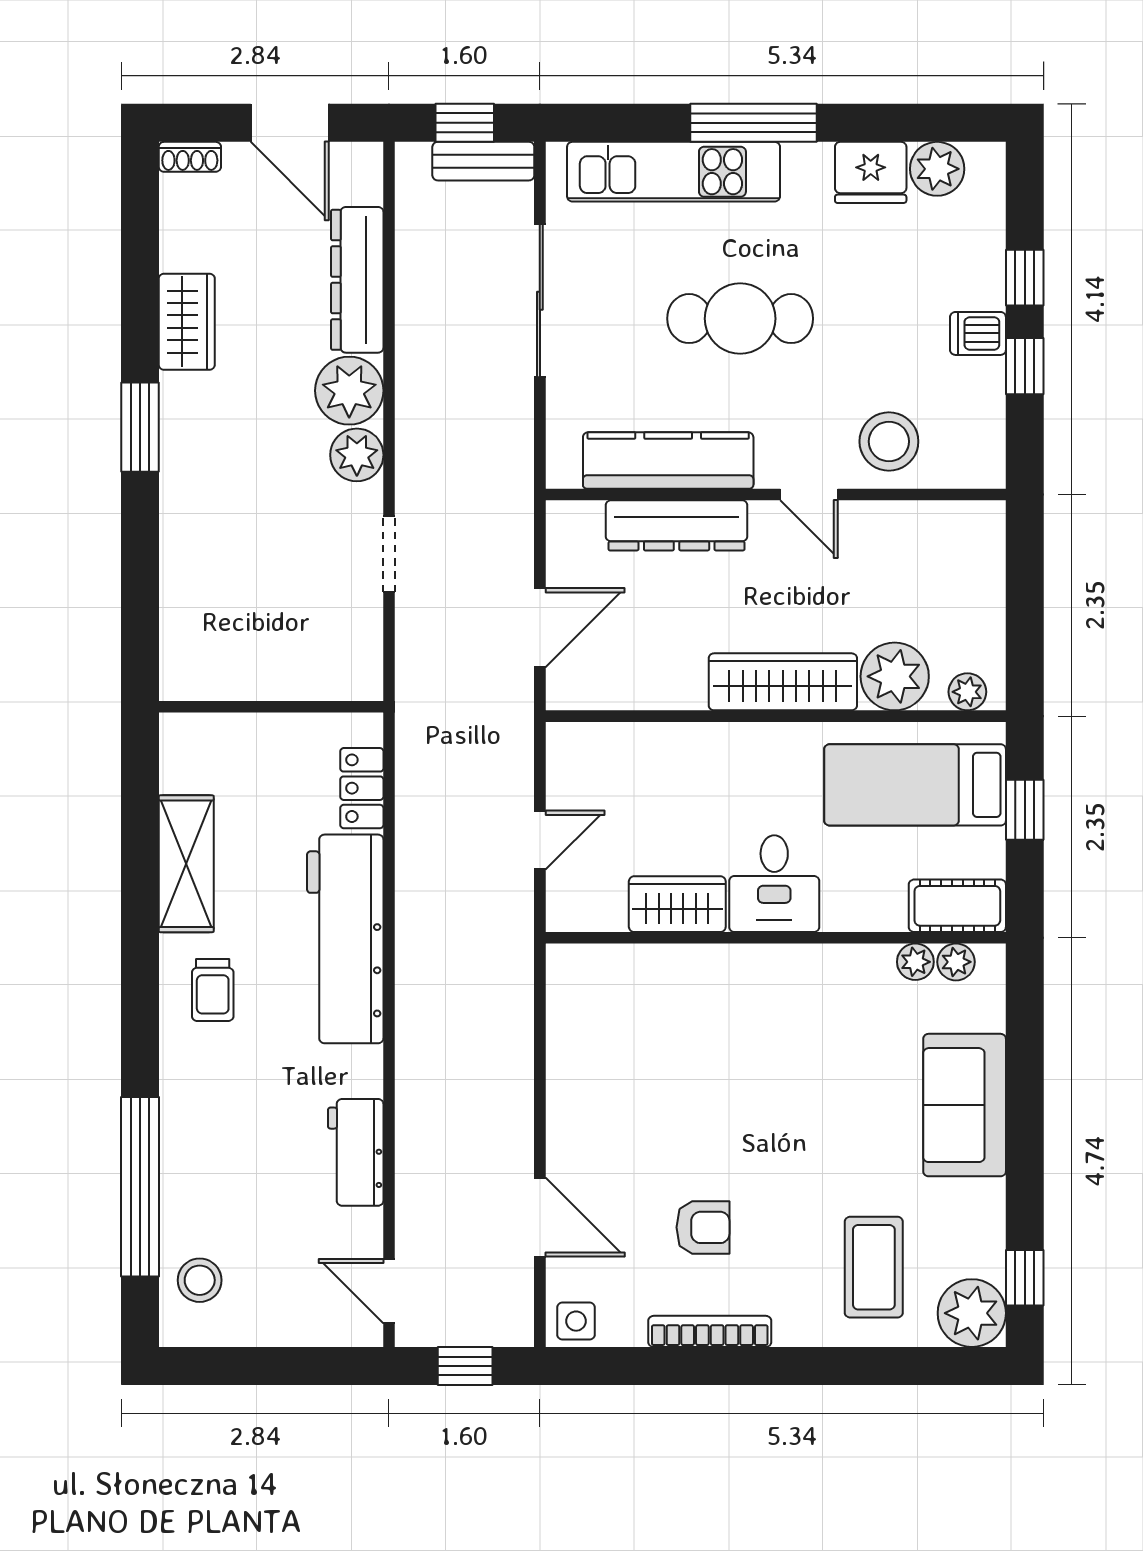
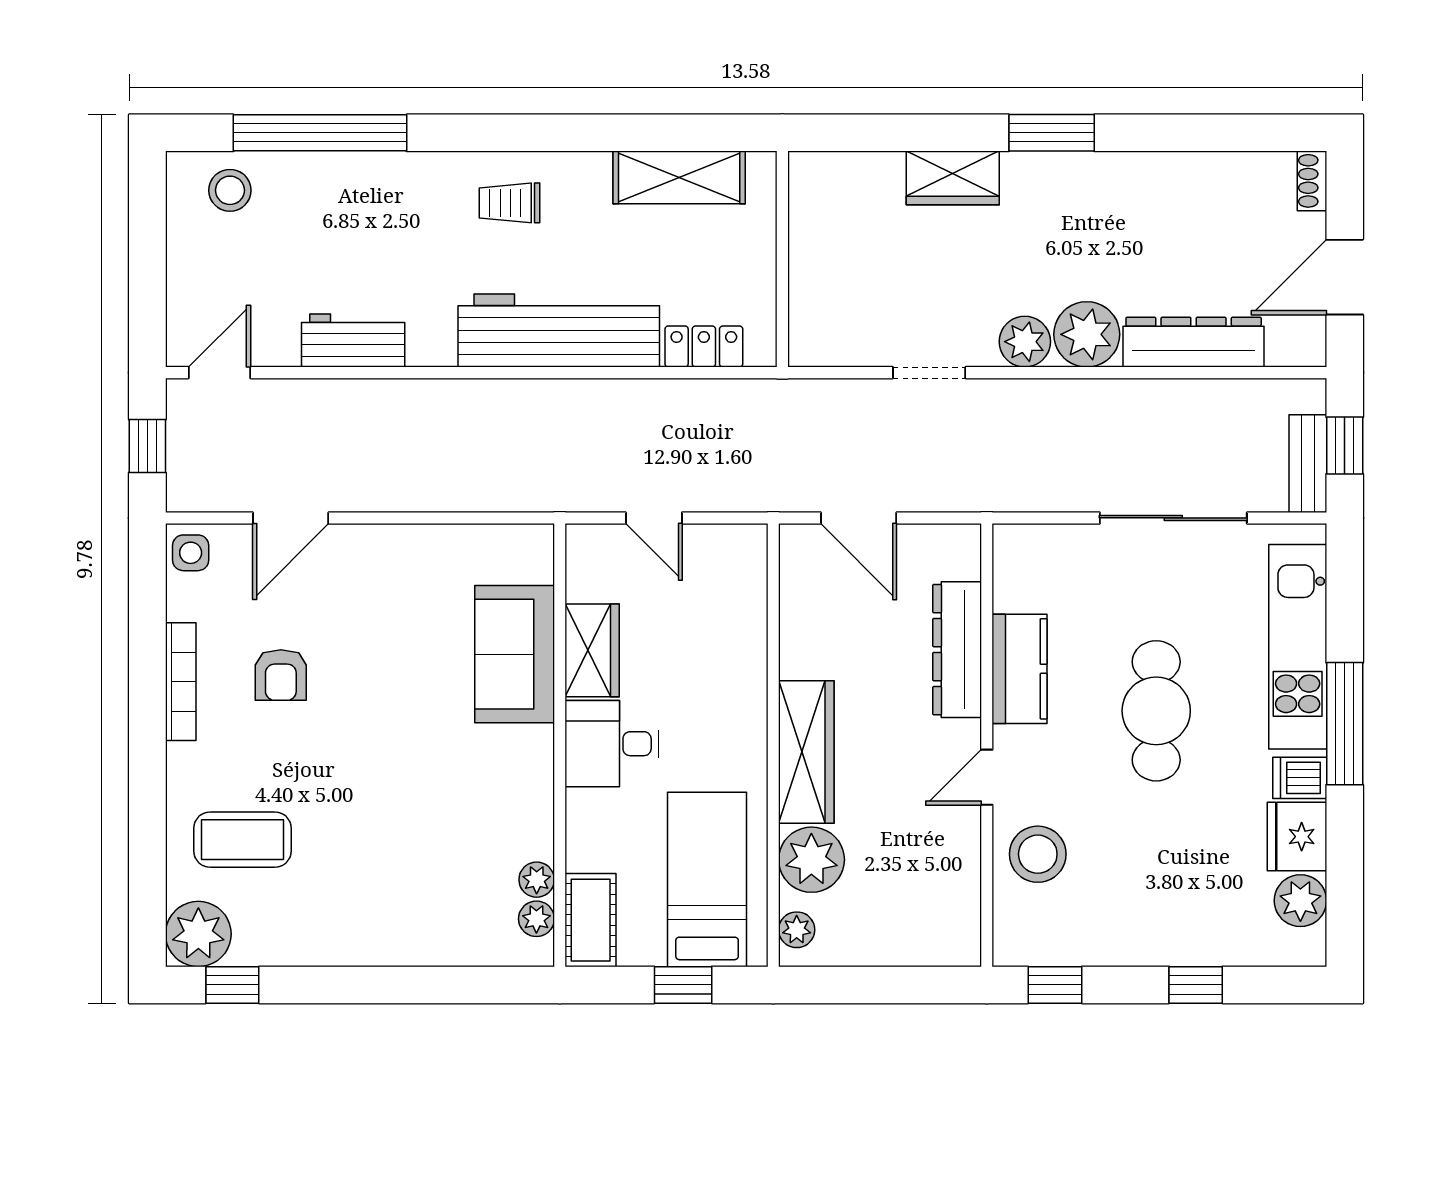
wardrobe: (187, 322) -> (953, 178), moved
dishwasher: (978, 333) -> (1300, 778), moved, turned -90
window: (1025, 366) -> (1055, 985), moved
kitchen counter: (668, 460) -> (1020, 669), width x0.67
shelving: (186, 864) -> (679, 177), moved
sofa: (965, 1105) -> (515, 654), moved, turned -90

